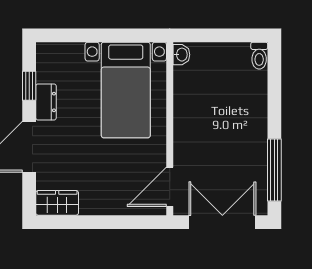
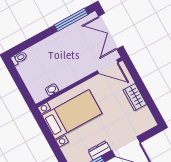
washbasin: (181, 55) -> (52, 90), moved
wardrobe: (57, 203) -> (135, 97), moved

